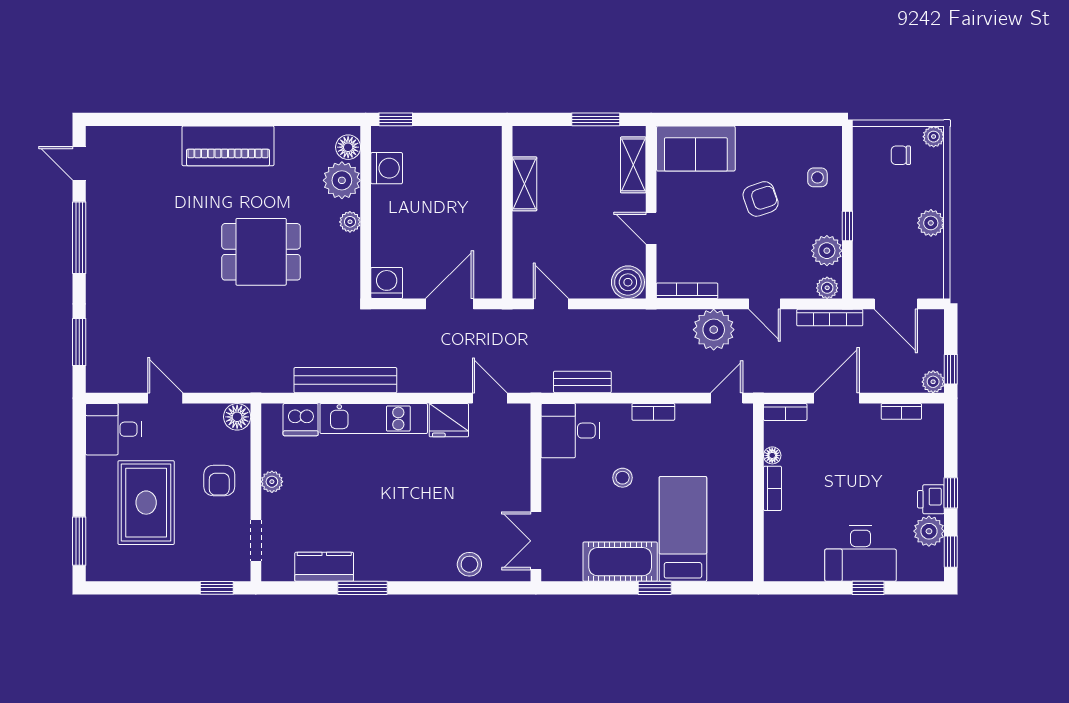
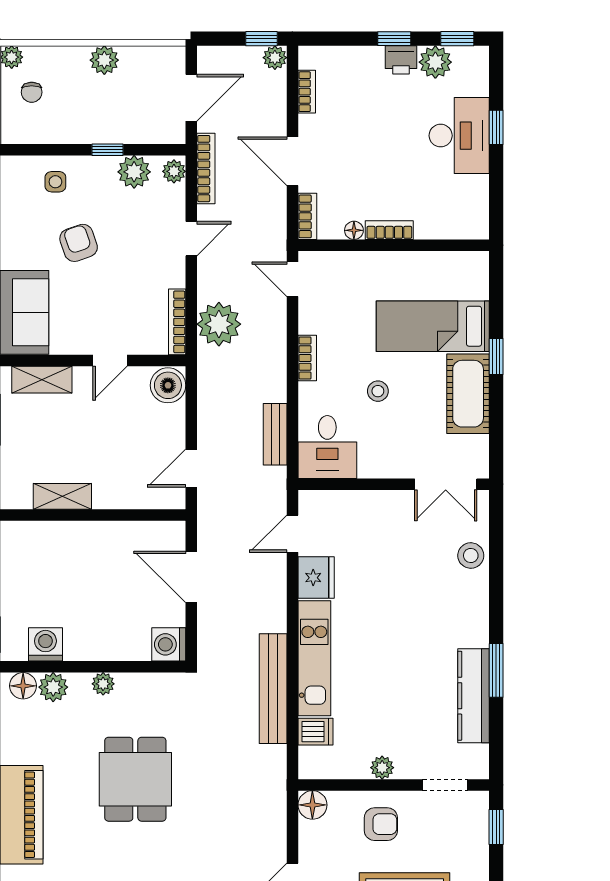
plant: (342, 180) -> (53, 687), width x0.73, depth x0.73
plant: (714, 330) -> (219, 324), moved
dishwasher: (301, 420) -> (315, 732), width x0.73
kitchen counter: (324, 567) -> (473, 696), width x1.50

